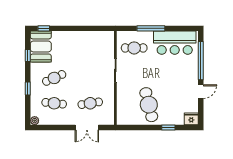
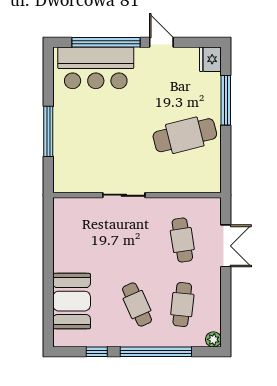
window: (44, 28) -> (48, 323), removed
bar counter: (175, 43) -> (96, 68), moved, turned 90
booth: (41, 46) -> (72, 301), moved, turned 90
cafe table: (134, 48) -> (83, 161), removed
window: (28, 88) -> (156, 352), width x3.17
window: (168, 128) -> (226, 100), width x2.17

